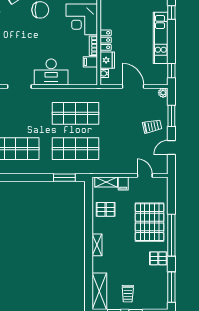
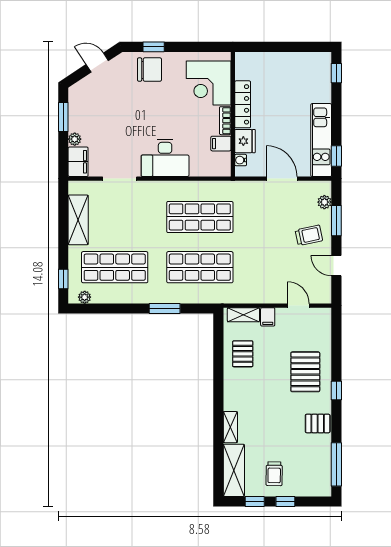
kitchen unit: (161, 38) -> (321, 140), moved
locker: (106, 40) -> (243, 104), width x1.53
plant: (163, 93) -> (324, 202), moved
door: (171, 147) -> (336, 266), hinge flipped
window: (64, 178) -> (165, 309), moved
pallet: (106, 209) -> (243, 354), turned 90
pallet: (150, 222) -> (305, 372), width x0.73, depth x0.71
window: (171, 235) -> (336, 390), width x0.32
shelving: (97, 245) -> (230, 427), moved

